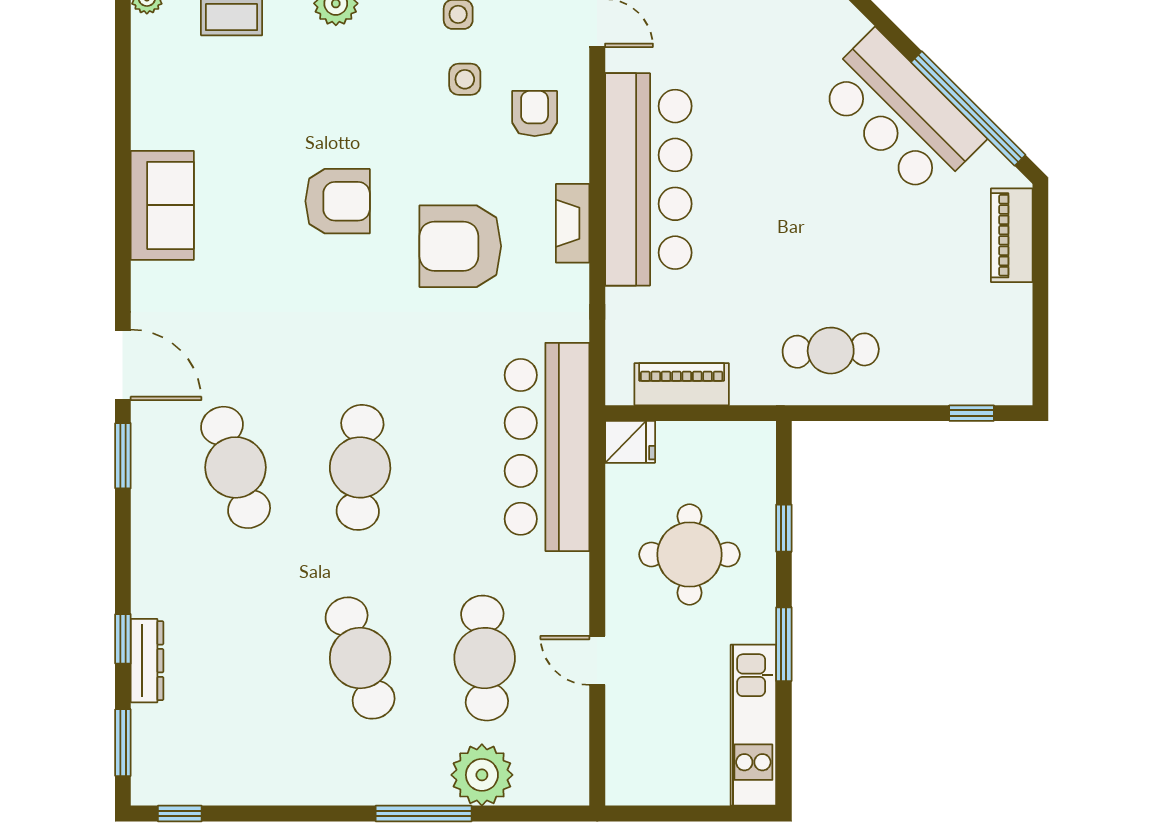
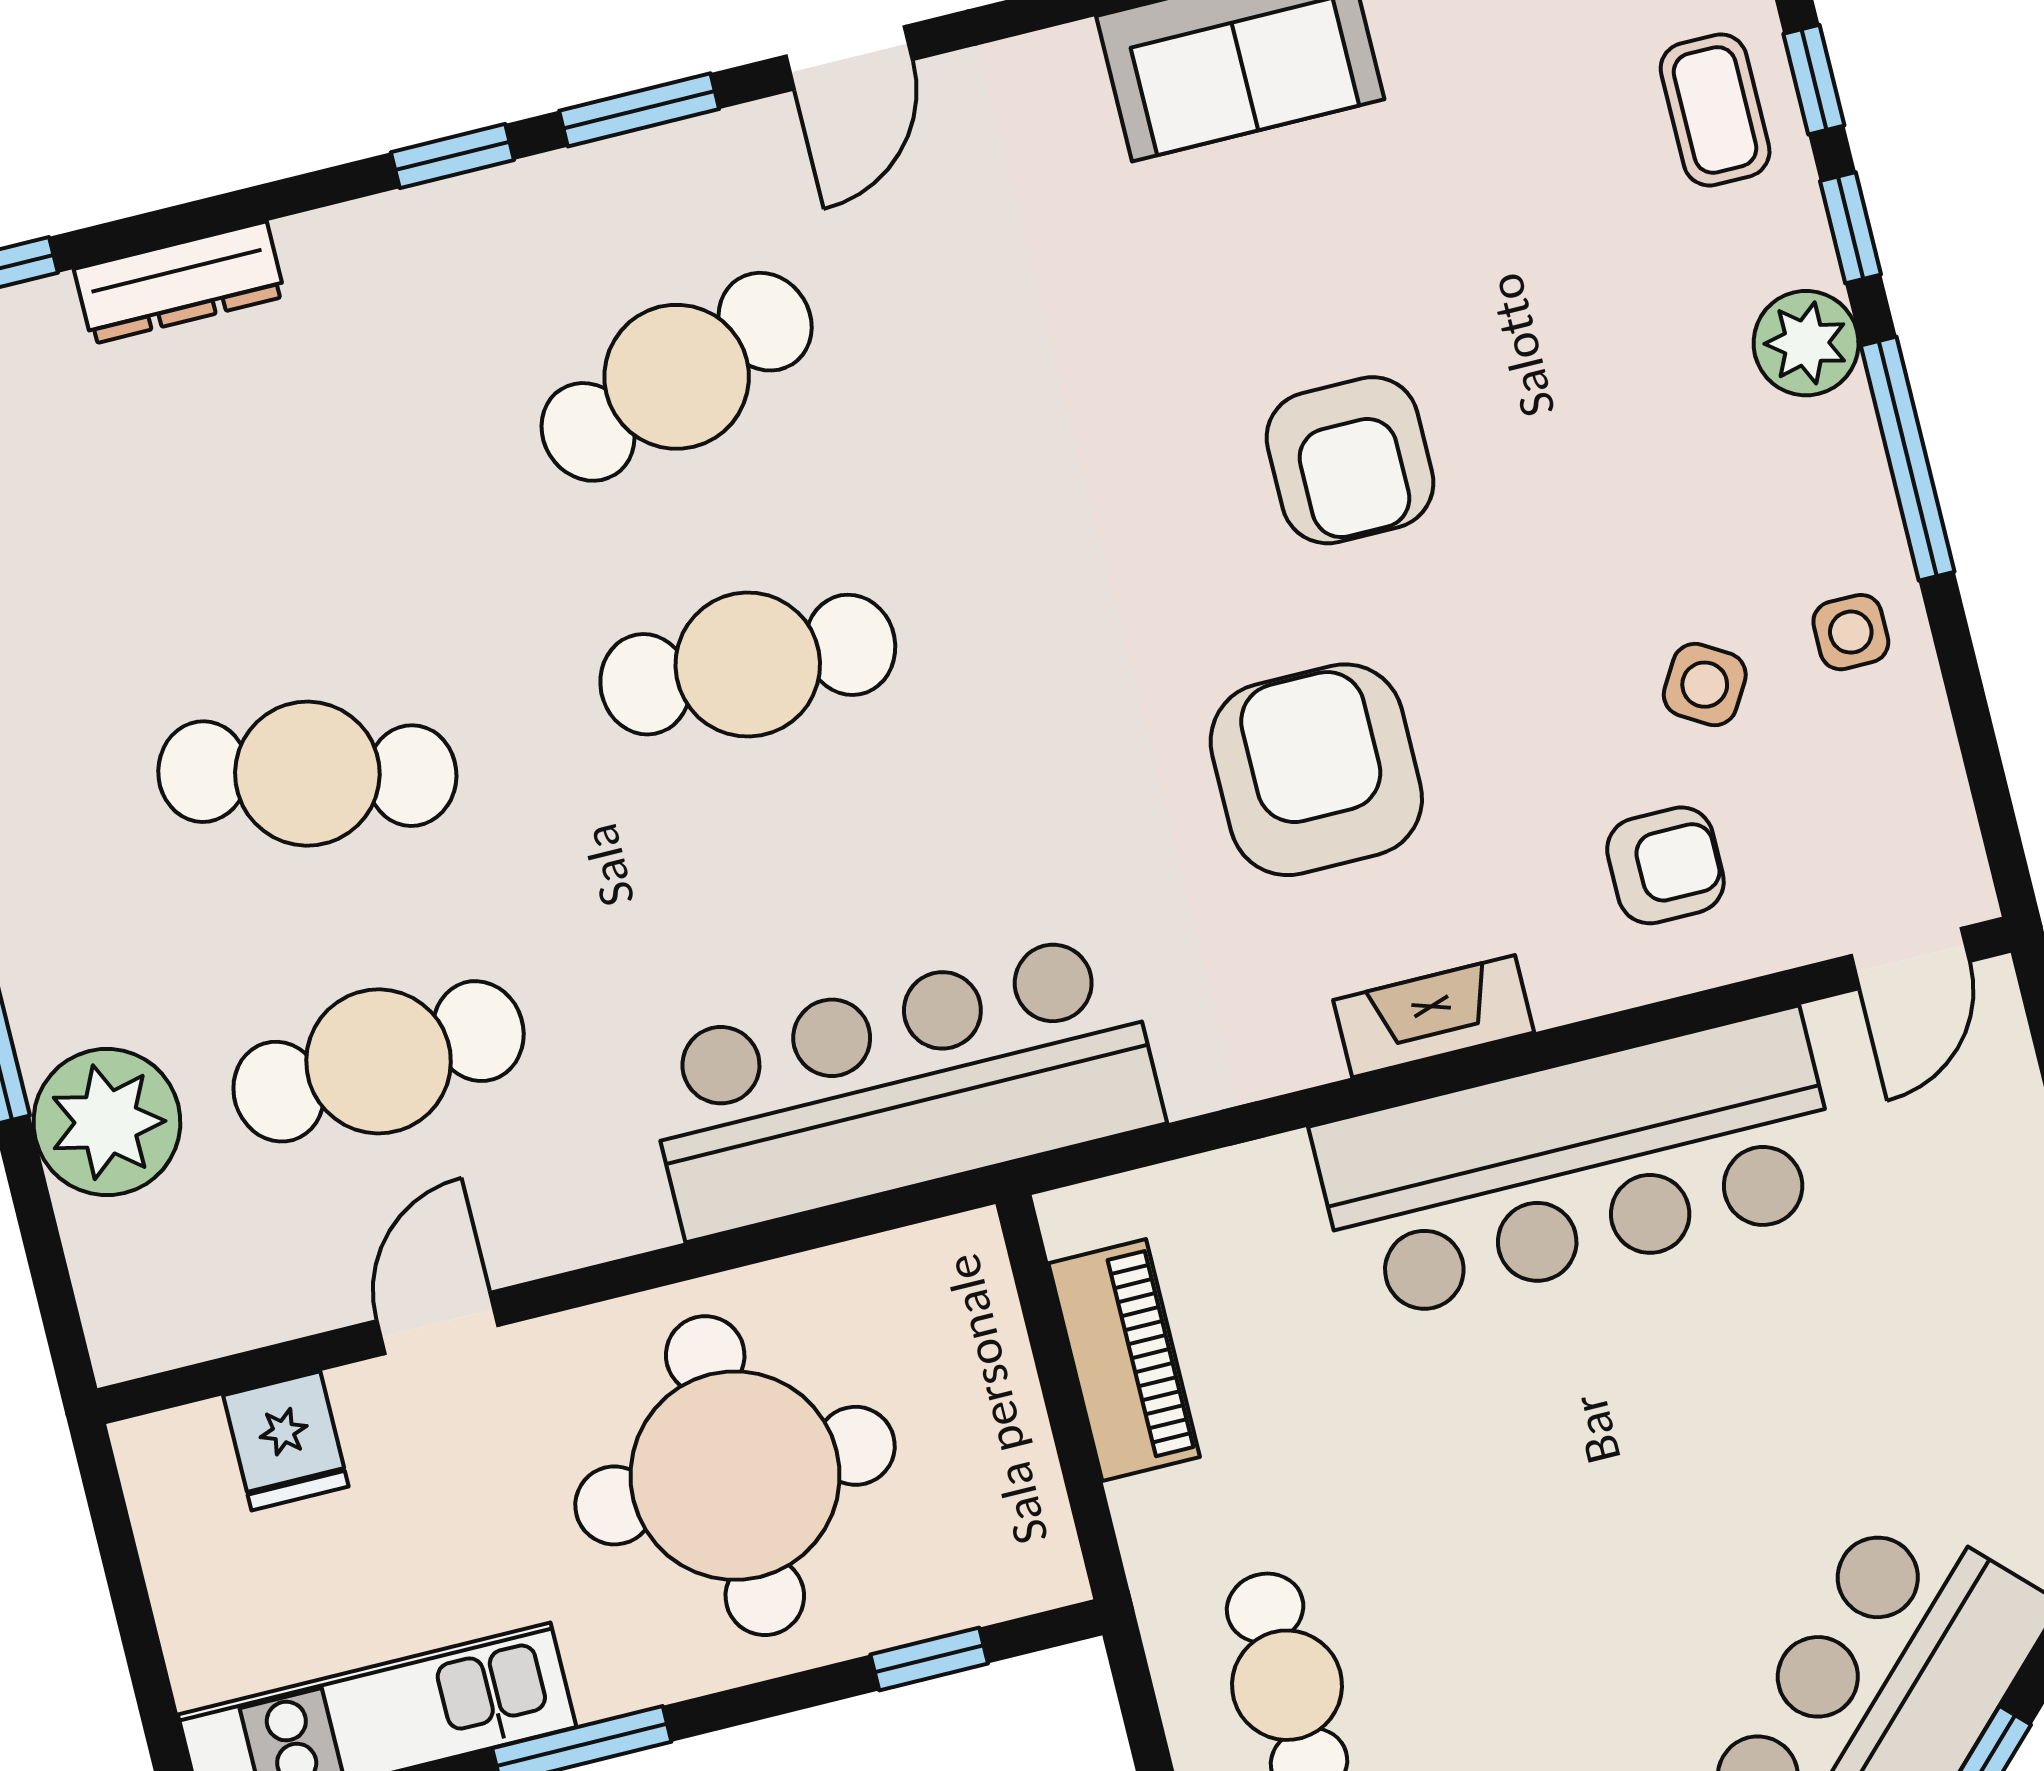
side table: (465, 79) -> (1705, 685), turned 31
door: (123, 365) -> (849, 58), width x0.73
fridge: (630, 442) -> (286, 1441), moved
window: (784, 528) -> (929, 1659), moved
round table: (690, 554) -> (735, 1476), width x1.36, depth x1.36
window: (123, 639) -> (452, 156), moved
cafe table: (360, 658) -> (307, 774), turned 33

